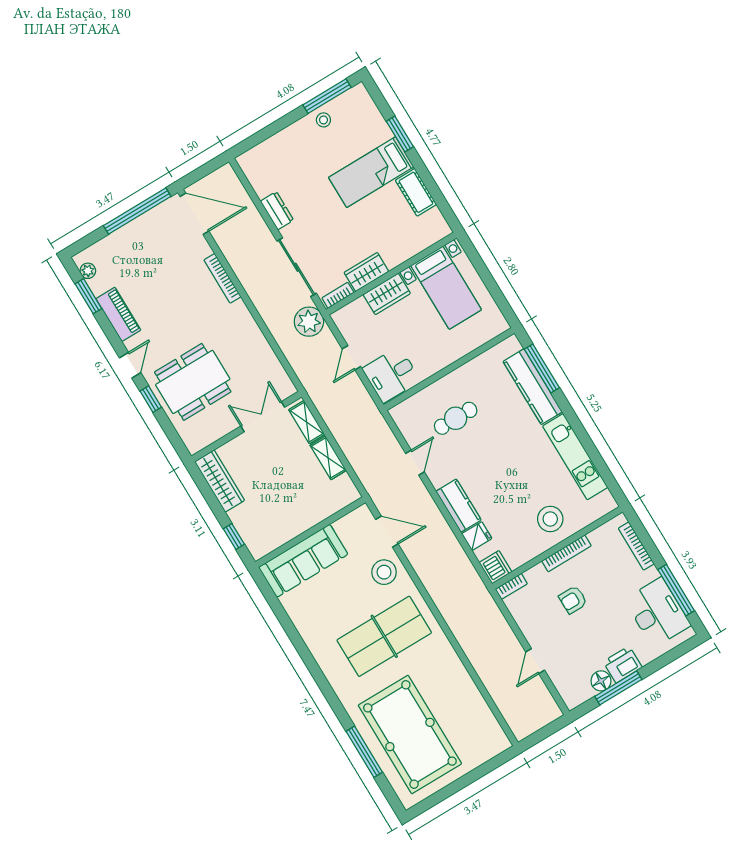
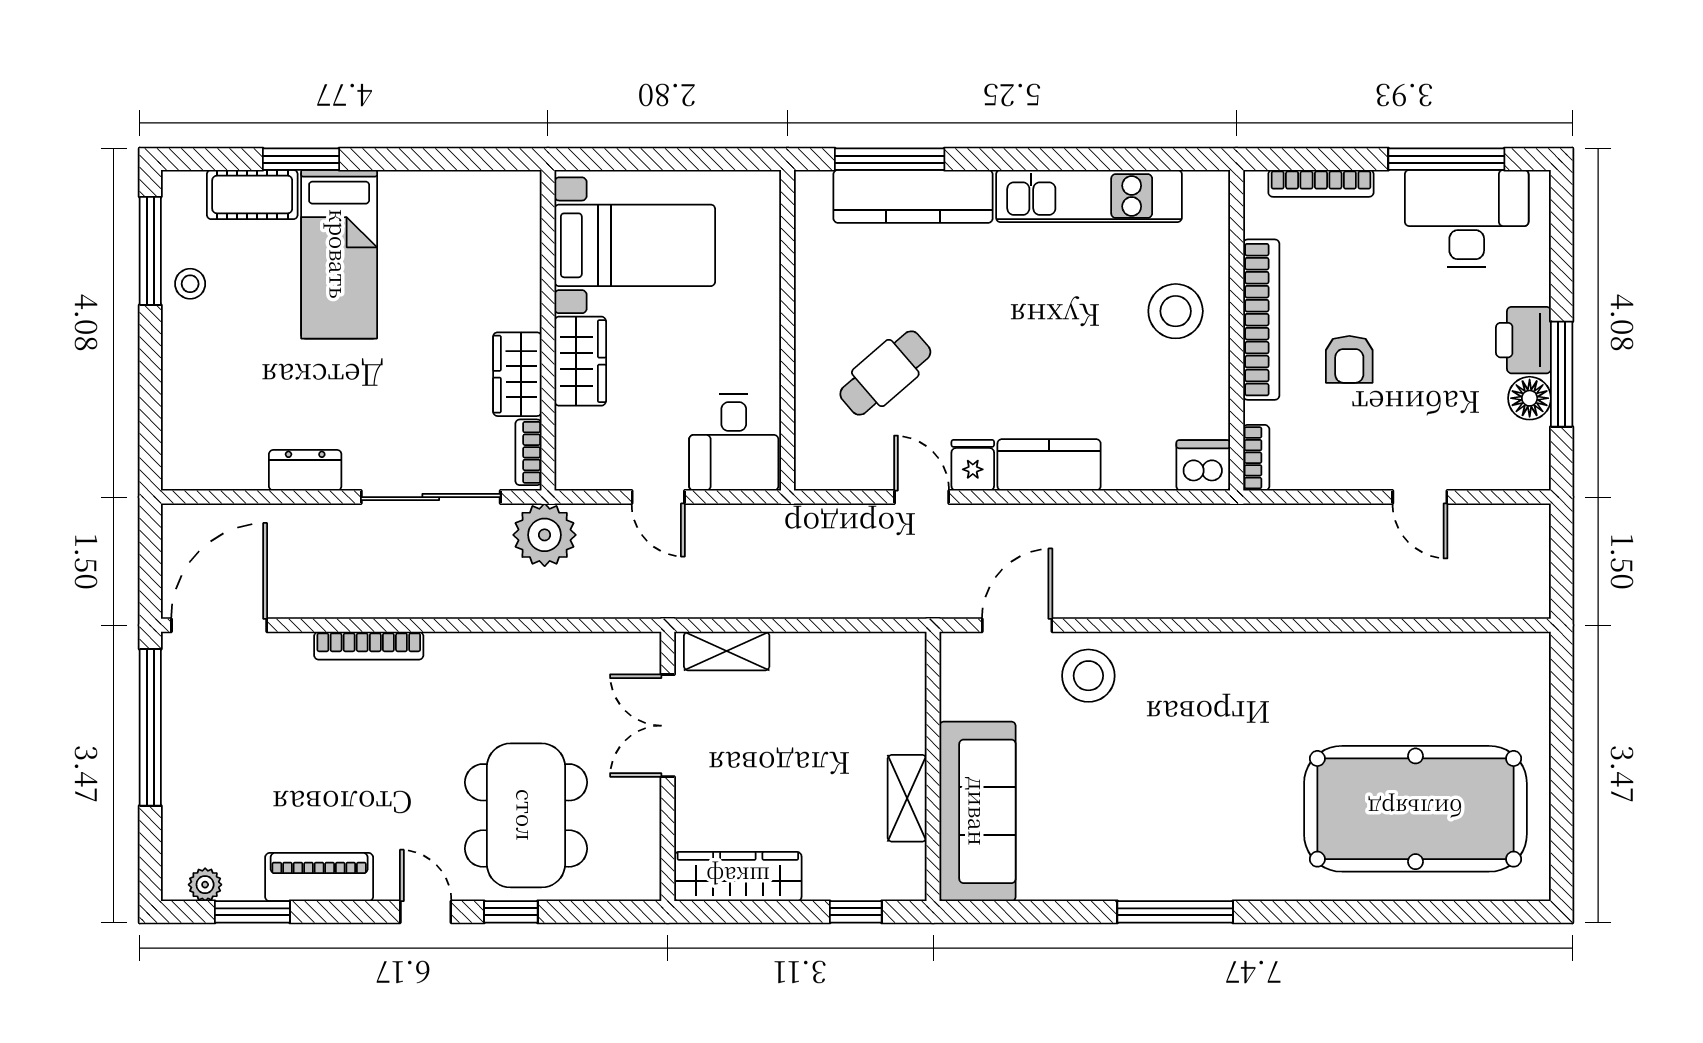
cot: (416, 192) -> (252, 195), moved
cafe table: (456, 418) -> (885, 373), turned 49
shelving: (328, 458) -> (907, 798), moved, turned 90
fridge: (477, 536) -> (973, 465), moved
bookcase: (566, 553) -> (1261, 320), width x1.48, depth x1.31
table tennis table: (384, 636) -> (1207, 747), removed
window: (364, 752) -> (1175, 912), moved

